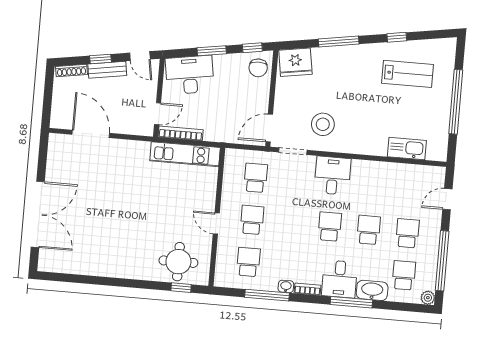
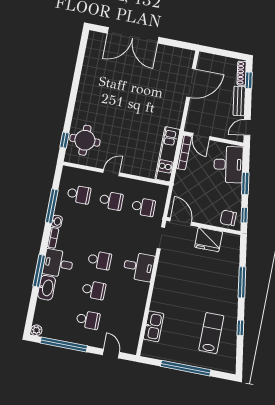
window: (100, 59) -> (249, 80), moved
fridge: (295, 62) -> (209, 240), moved, turned -81
lab bench: (407, 74) -> (211, 333), turned 180
stool: (323, 124) -> (179, 263), removed
school desk: (404, 275) -> (56, 314), removed

